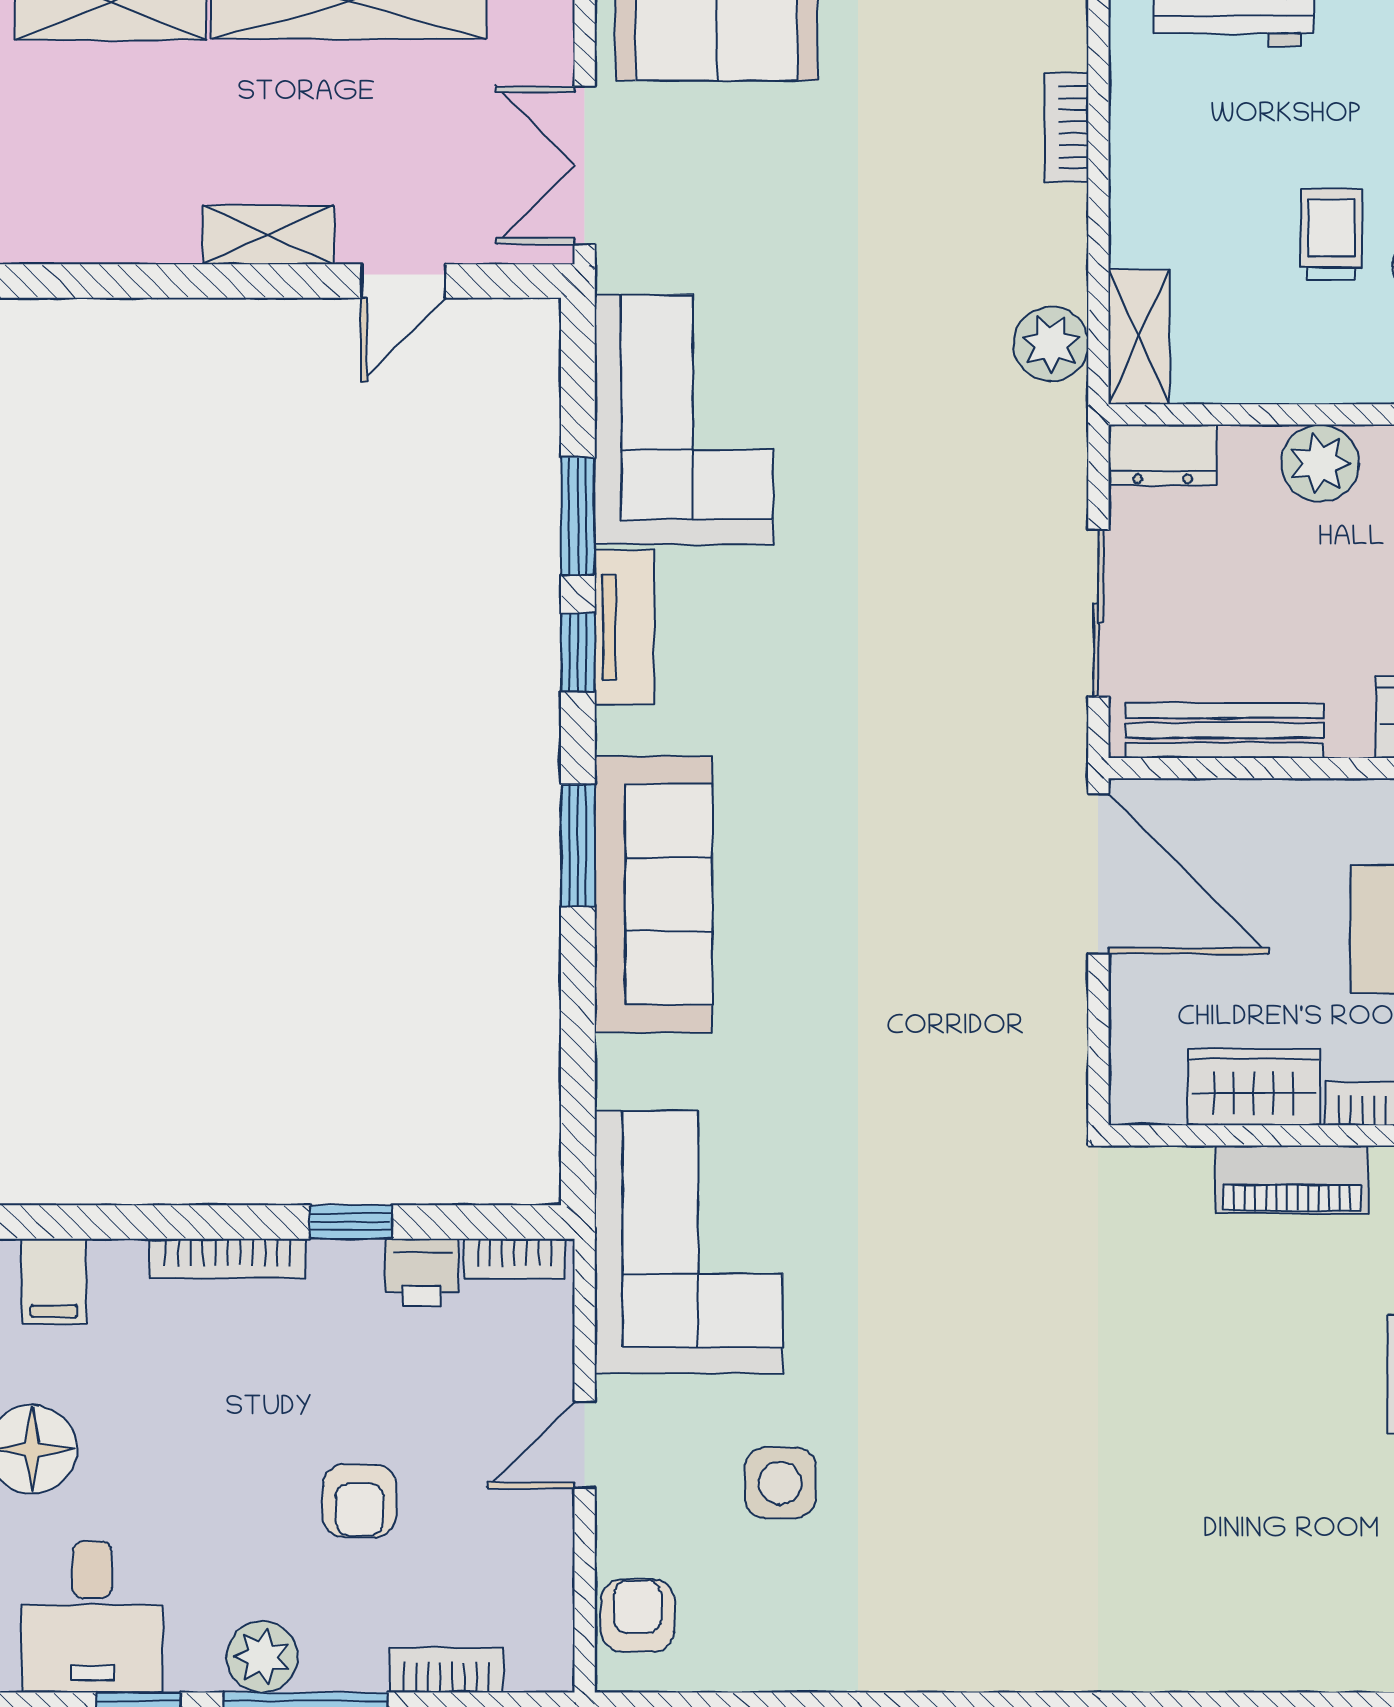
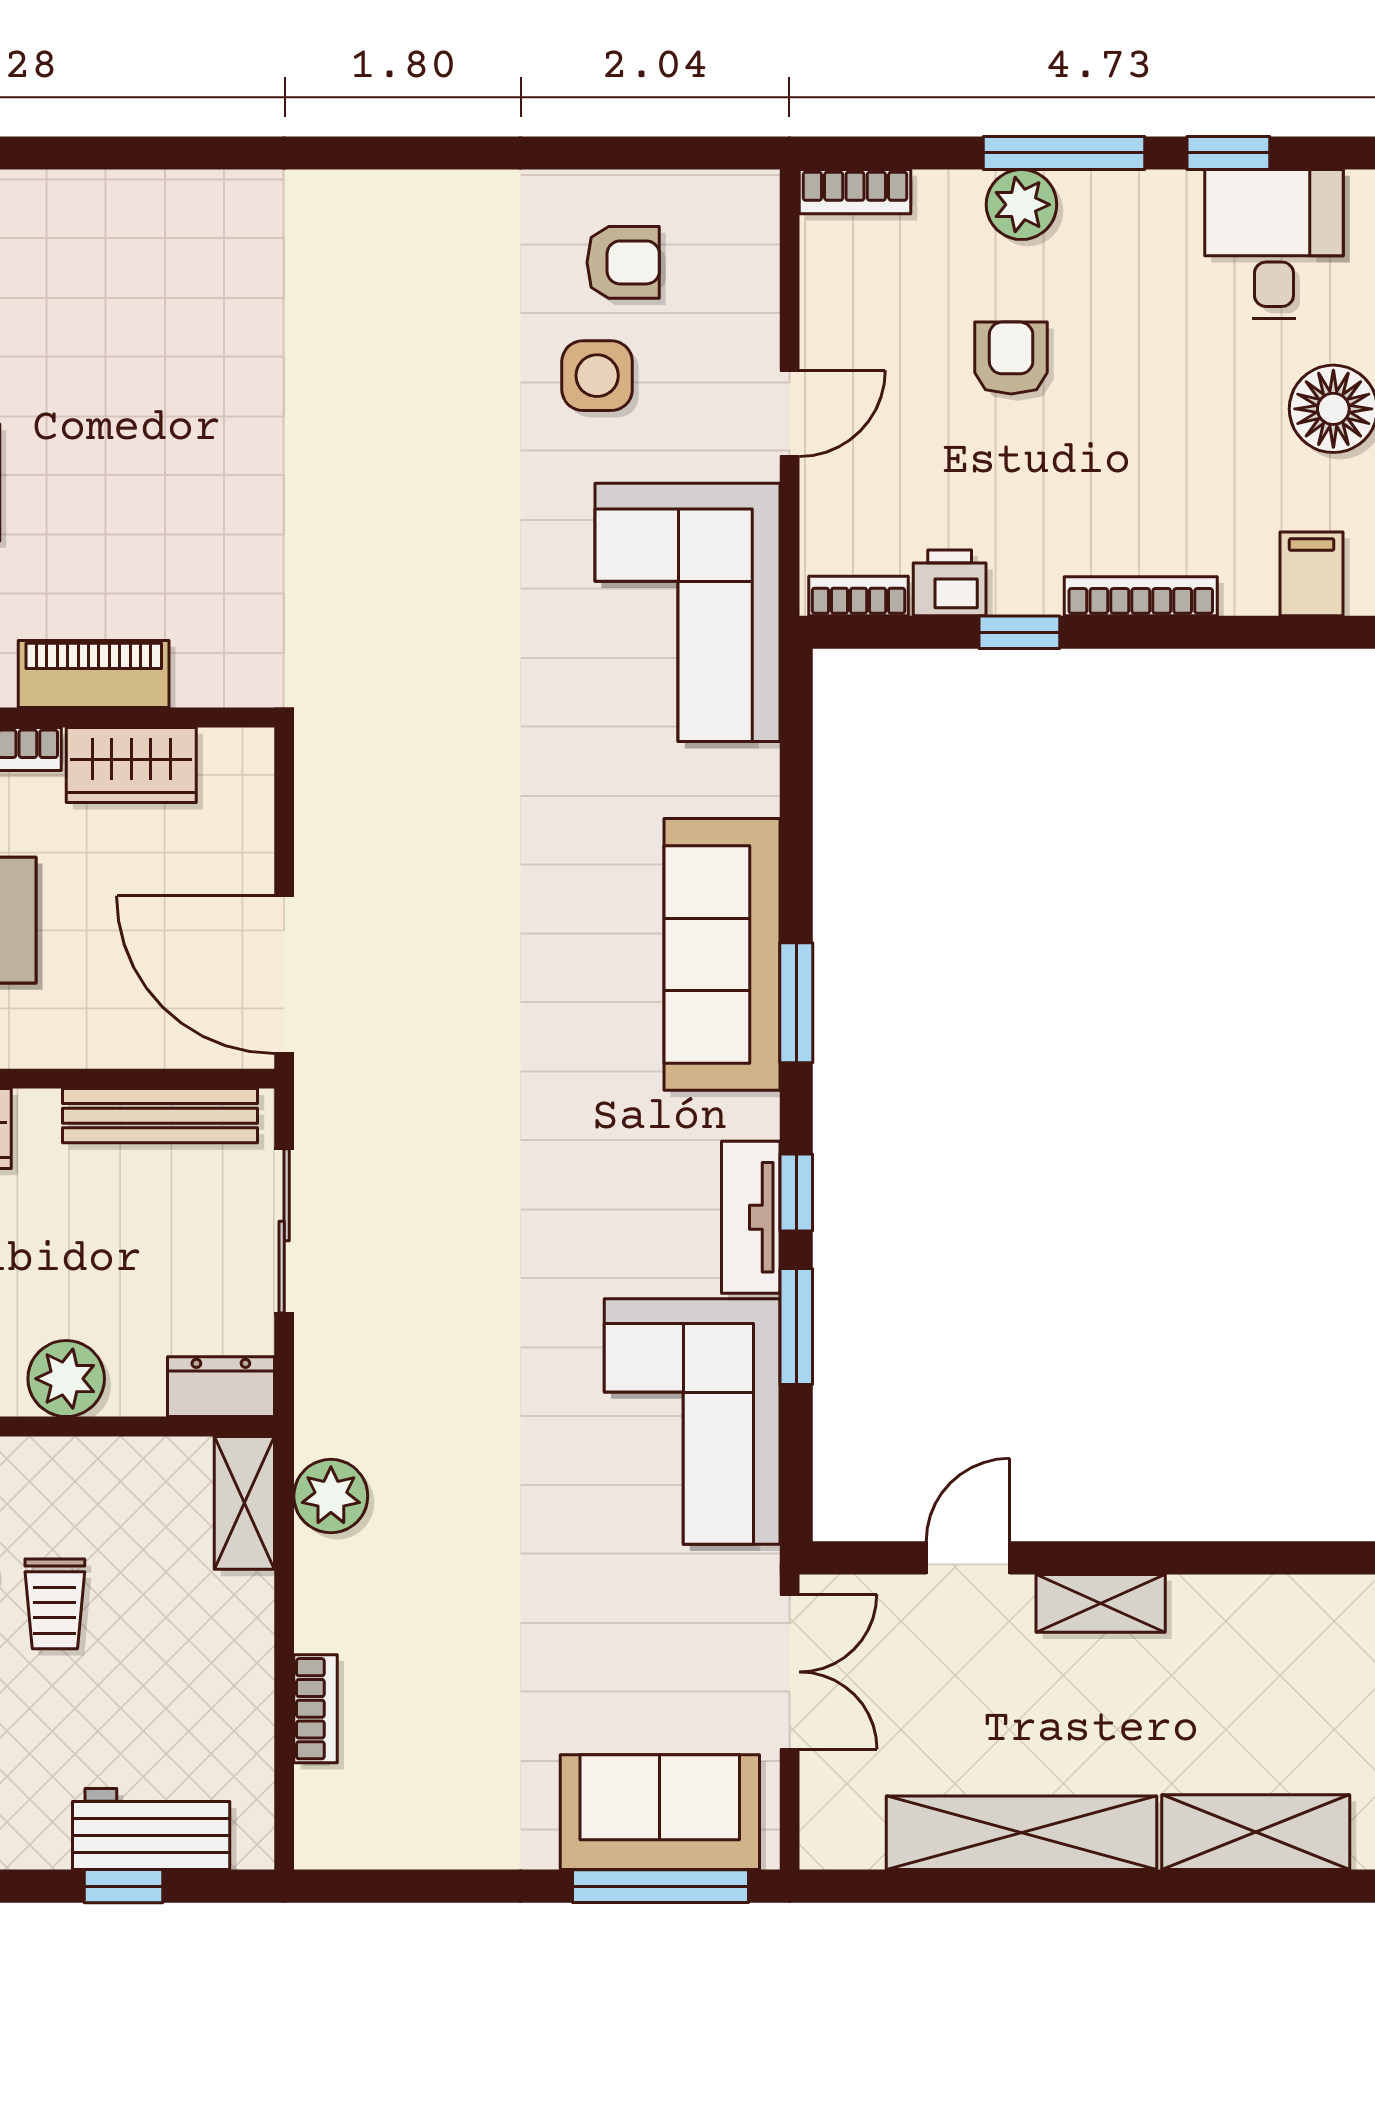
armchair: (638, 1616) -> (623, 262), moved, turned -90
plant: (262, 1657) -> (1021, 205), moved
bookcase: (446, 1670) -> (855, 192), moved

